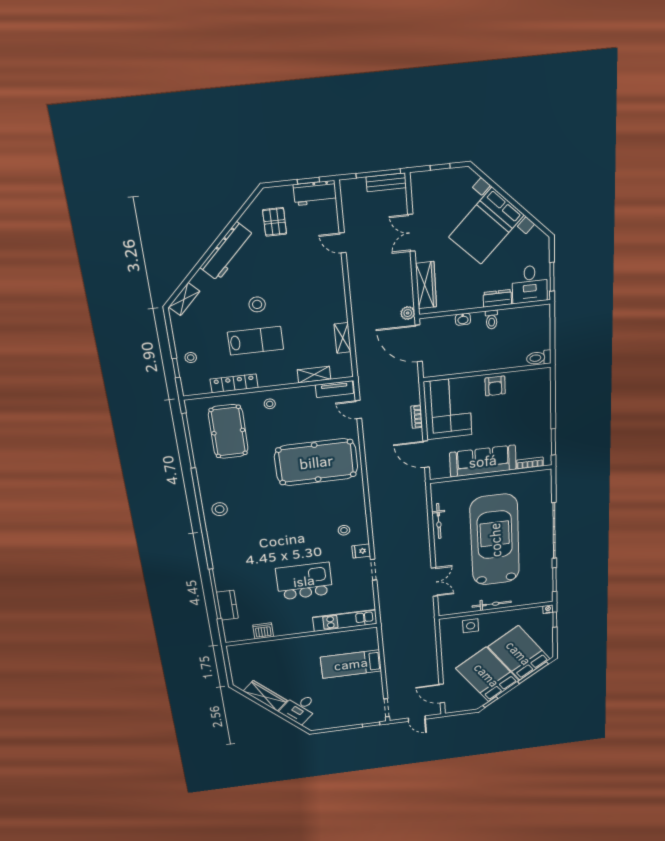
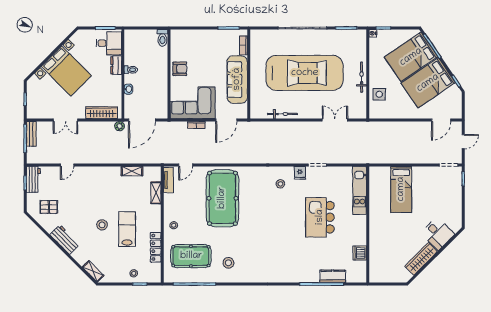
workbench: (227, 252) -> (65, 239), width x0.73
stool: (220, 509) -> (228, 263), moved
car: (495, 540) -> (305, 73), turned 180

